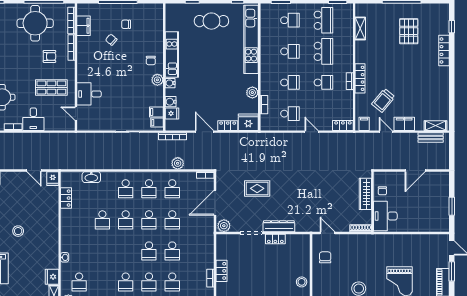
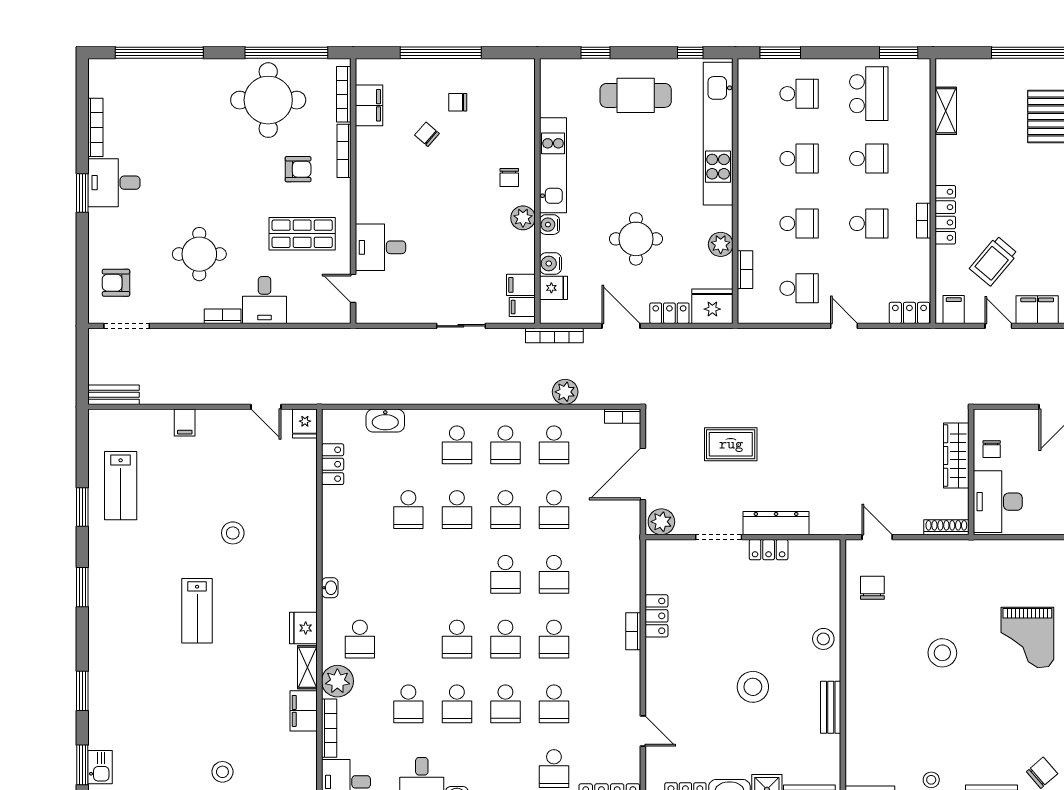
school desk: (323, 51) -> (869, 159), width x0.54
round table: (212, 90) -> (636, 239), added

